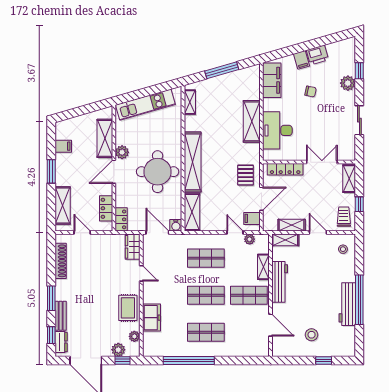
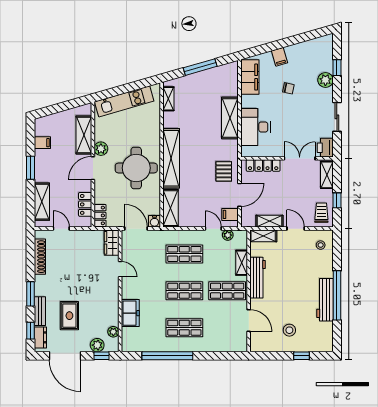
printer: (317, 55) -> (325, 148), moved, turned 106
rug: (128, 308) -> (69, 316), moved

